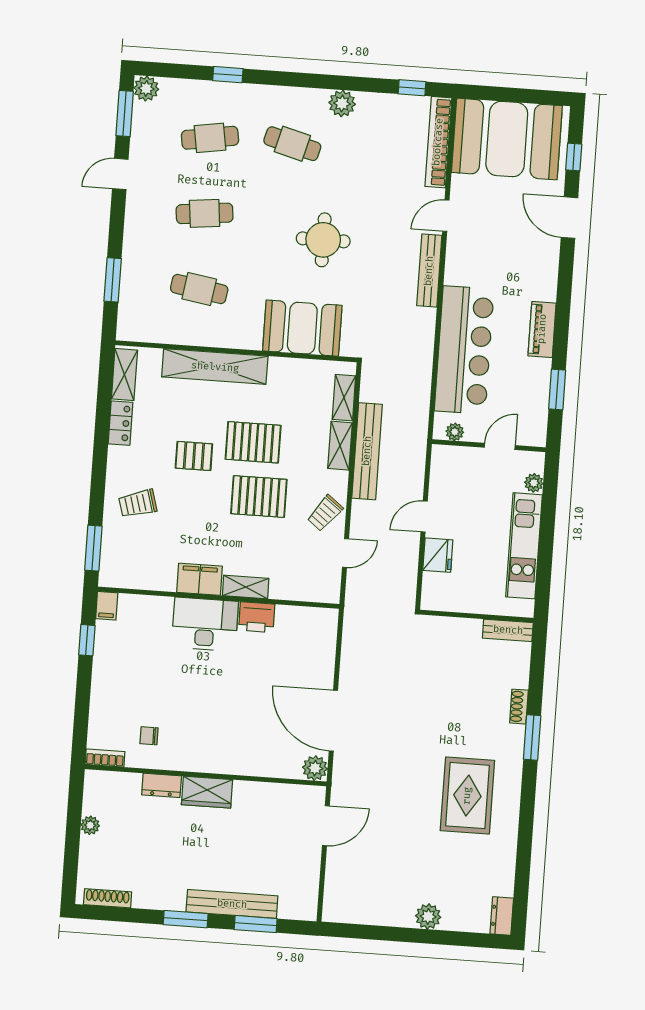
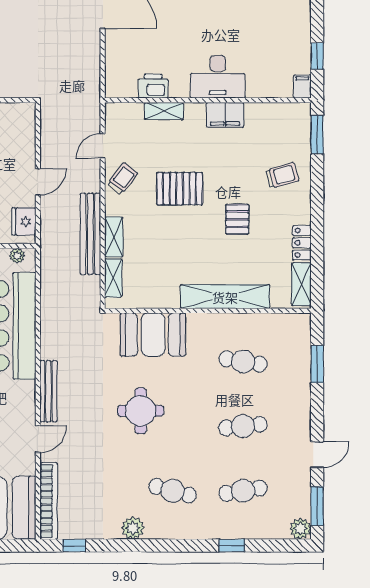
pallet: (253, 442) -> (188, 234), removed
pallet: (194, 456) -> (237, 219), turned 90
fridge: (438, 555) -> (24, 221), moved
shelving: (246, 587) -> (164, 111), moved
printer: (257, 617) -> (153, 86), moved

